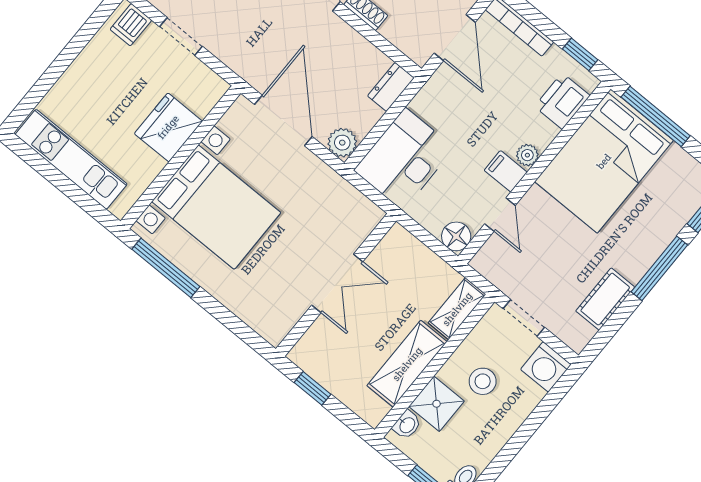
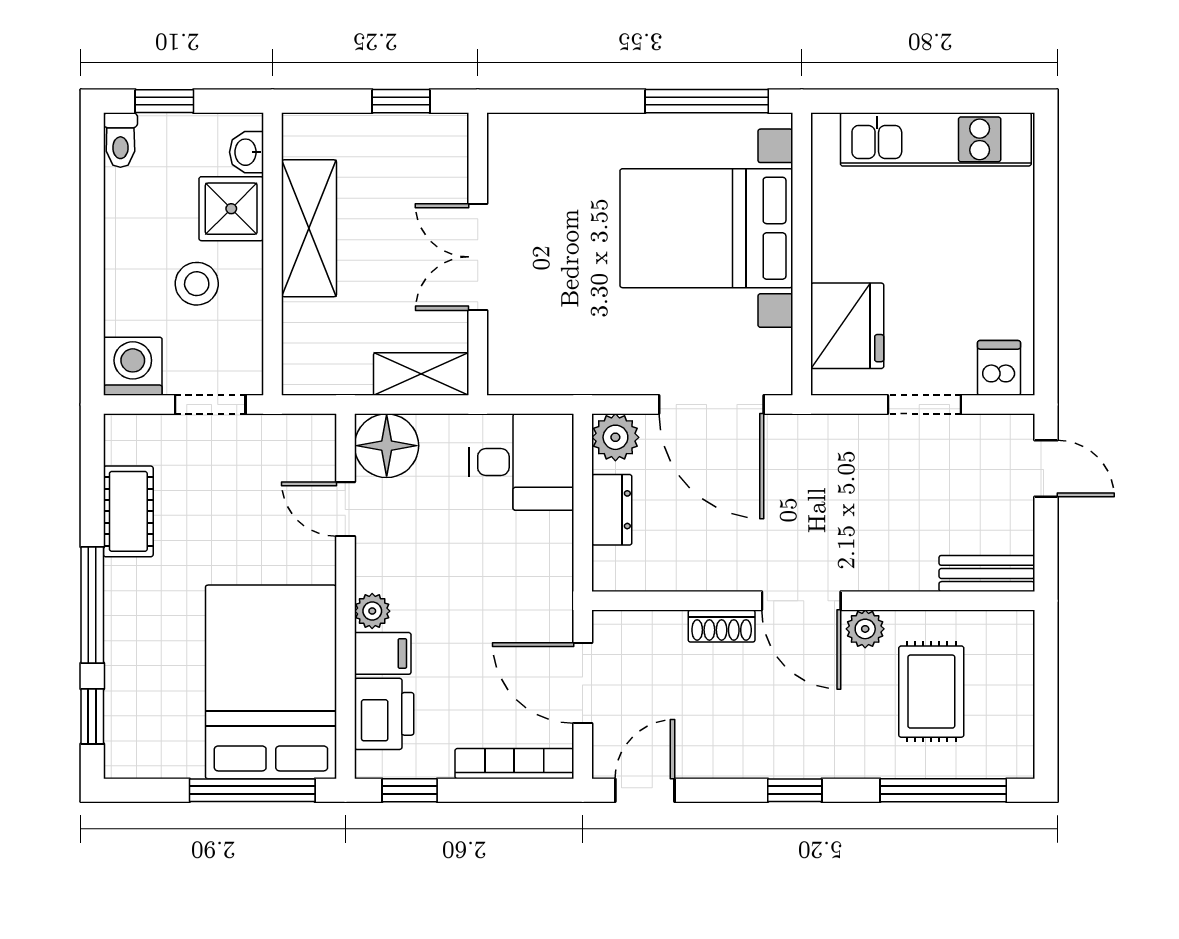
dresser: (391, 87) -> (612, 510), moved
fridge: (168, 127) -> (847, 326), moved
desk: (404, 159) -> (522, 462), width x0.73
filing cabinet: (506, 171) -> (383, 653), moved
floor lamp: (456, 236) -> (387, 446), width x1.38, depth x1.38
shelving: (457, 309) -> (421, 374), moved, turned 90

